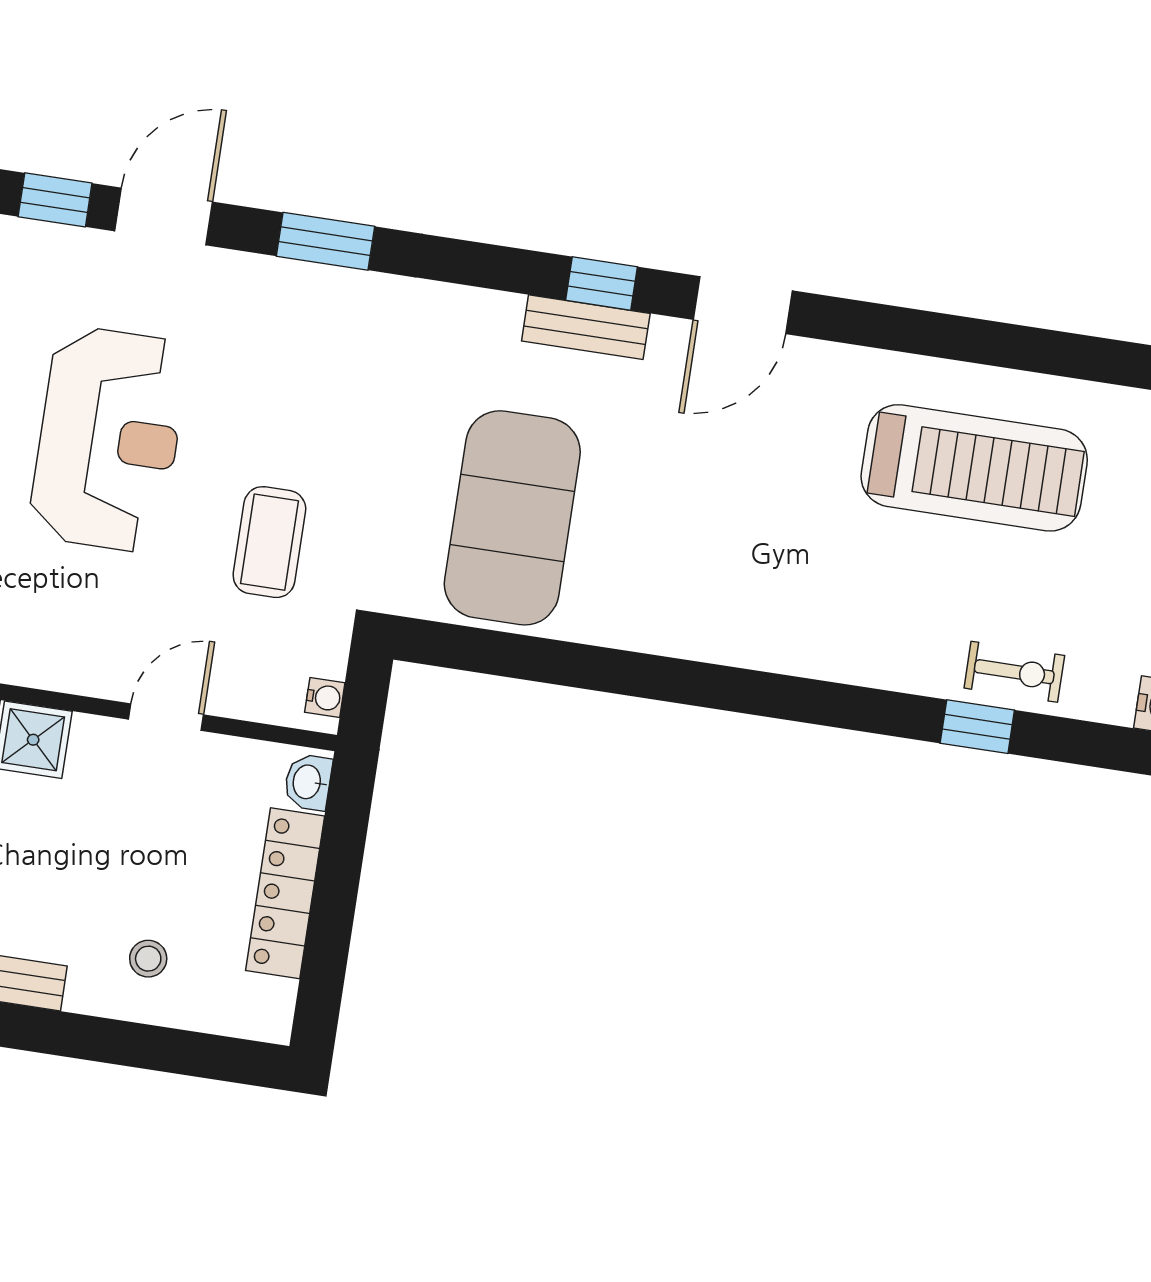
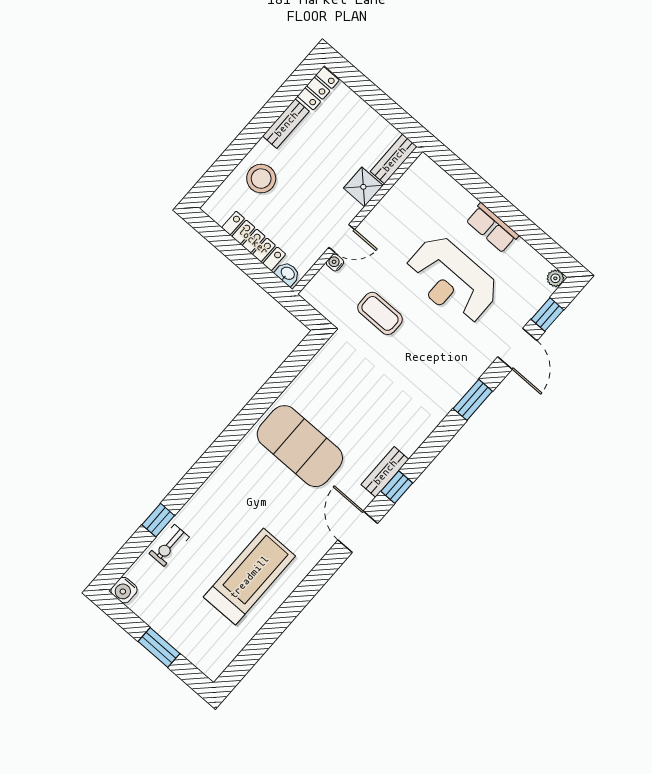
treadmill: (974, 468) -> (249, 577), turned 180
exercise mat: (512, 518) -> (300, 446), moved
water cooler: (325, 698) -> (335, 263), moved, turned 90
door: (166, 717) -> (342, 238), hinge flipped
stool: (148, 959) -> (261, 179), width x1.89, depth x1.89

